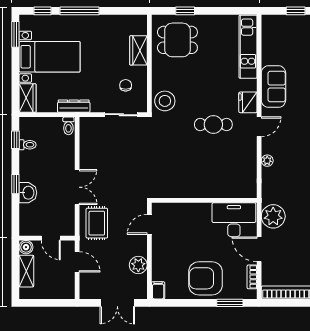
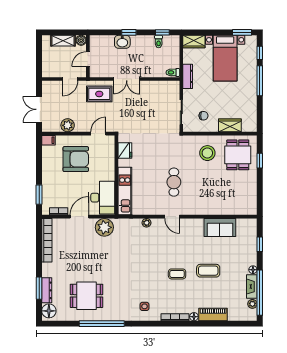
kitchen unit: (248, 47) -> (125, 191), moved, turned 90
sofa: (273, 87) -> (220, 228), moved
stool: (165, 101) -> (207, 153), moved
fridge: (248, 102) -> (125, 151), moved, turned 90
door: (149, 224) -> (98, 134), hinge flipped
armchair: (205, 278) -> (76, 159), moved, turned 90

